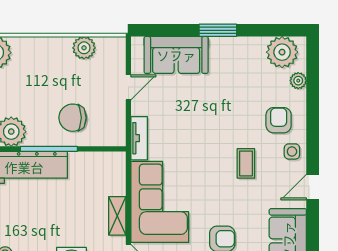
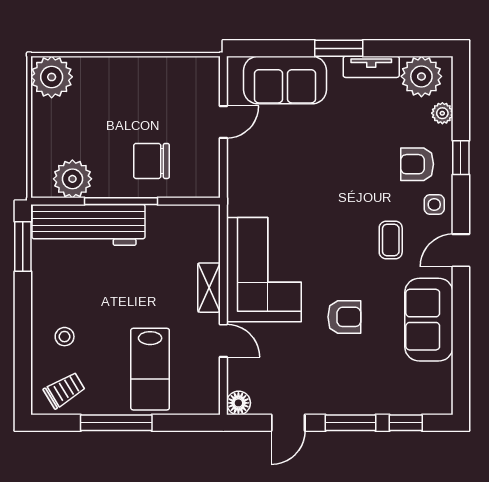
plant: (84, 48) -> (166, 71), removed
window: (313, 115) -> (461, 158), added
armchair: (279, 120) -> (417, 164), turned -90
tv unit: (139, 138) -> (371, 67), moved, turned 90
coffee table: (246, 163) -> (391, 240), moved

